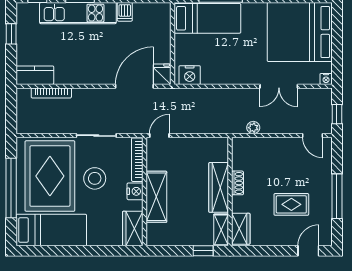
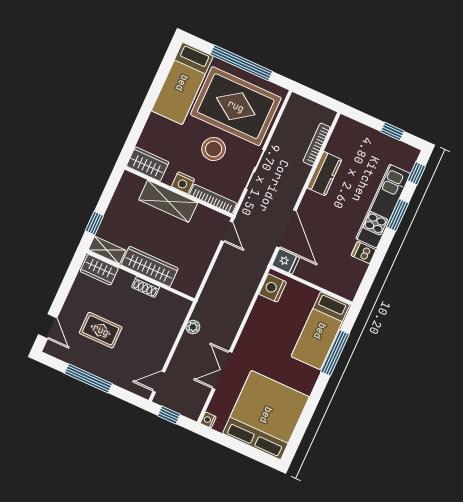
kitchen counter: (35, 75) -> (324, 174), moved
rug: (291, 204) -> (101, 330), turned 90

